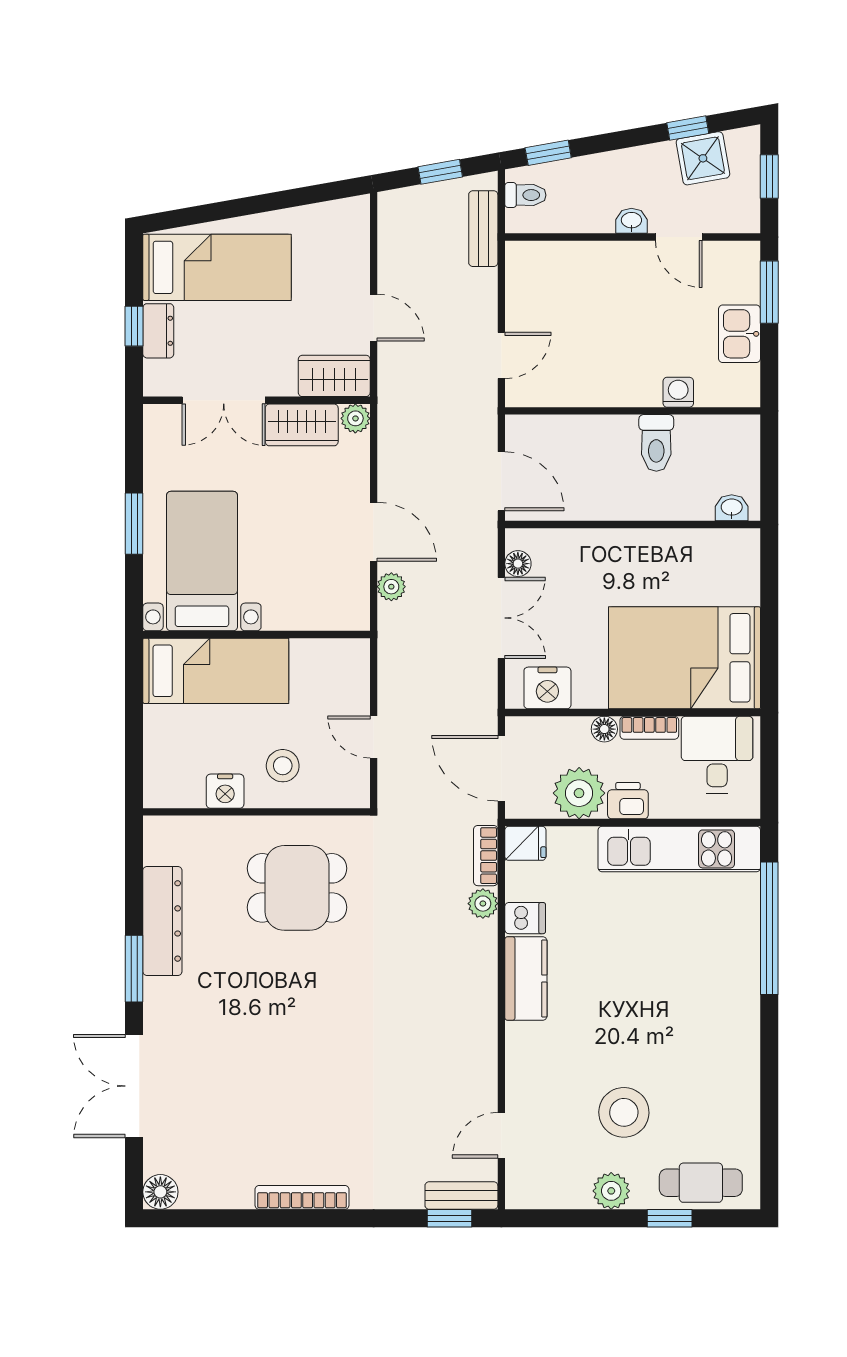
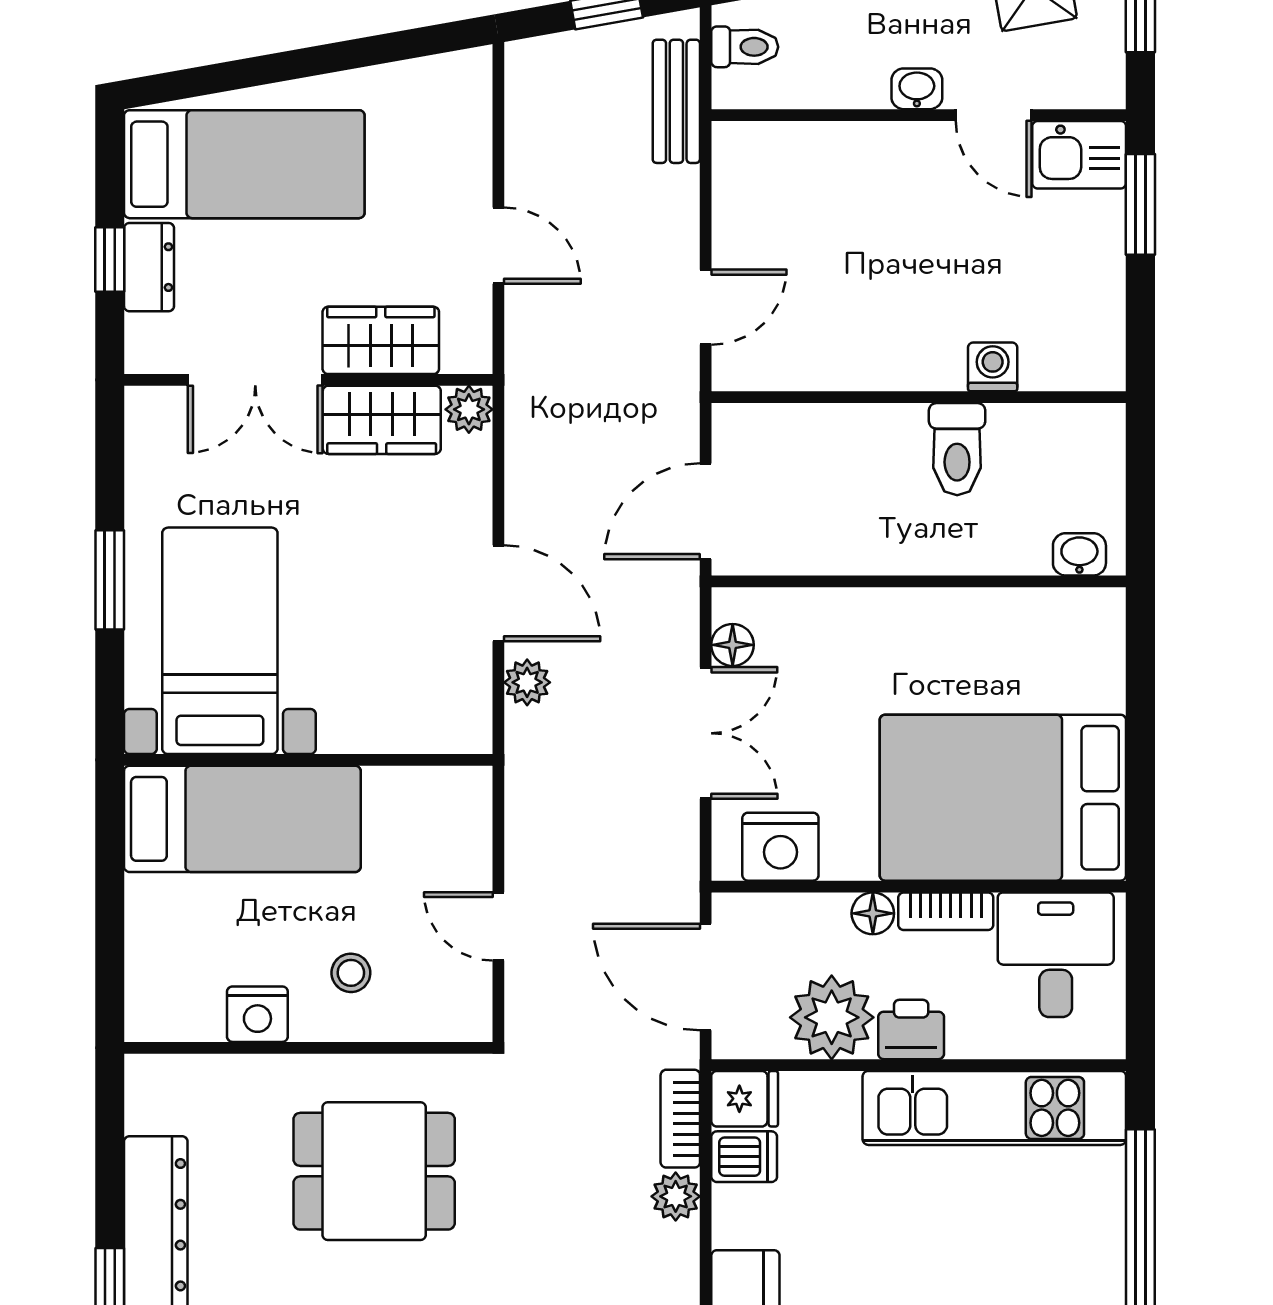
kitchen sink: (739, 334) -> (1079, 155), moved, turned -90
wardrobe: (334, 376) -> (381, 340), moved
door: (501, 481) -> (706, 511), swing flipped
stool: (283, 766) -> (351, 973), width x0.73, depth x0.73
dishwasher: (525, 918) -> (744, 1157), moved

